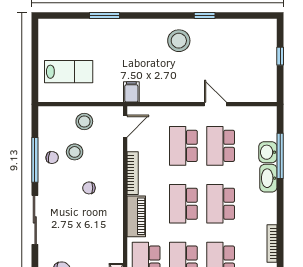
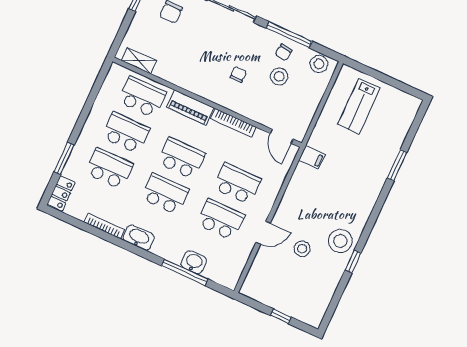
stool: (179, 41) -> (340, 241), moved
stool: (214, 64) -> (302, 249), added
stool: (84, 121) -> (319, 64), moved
washbasin: (268, 178) -> (139, 238), moved

